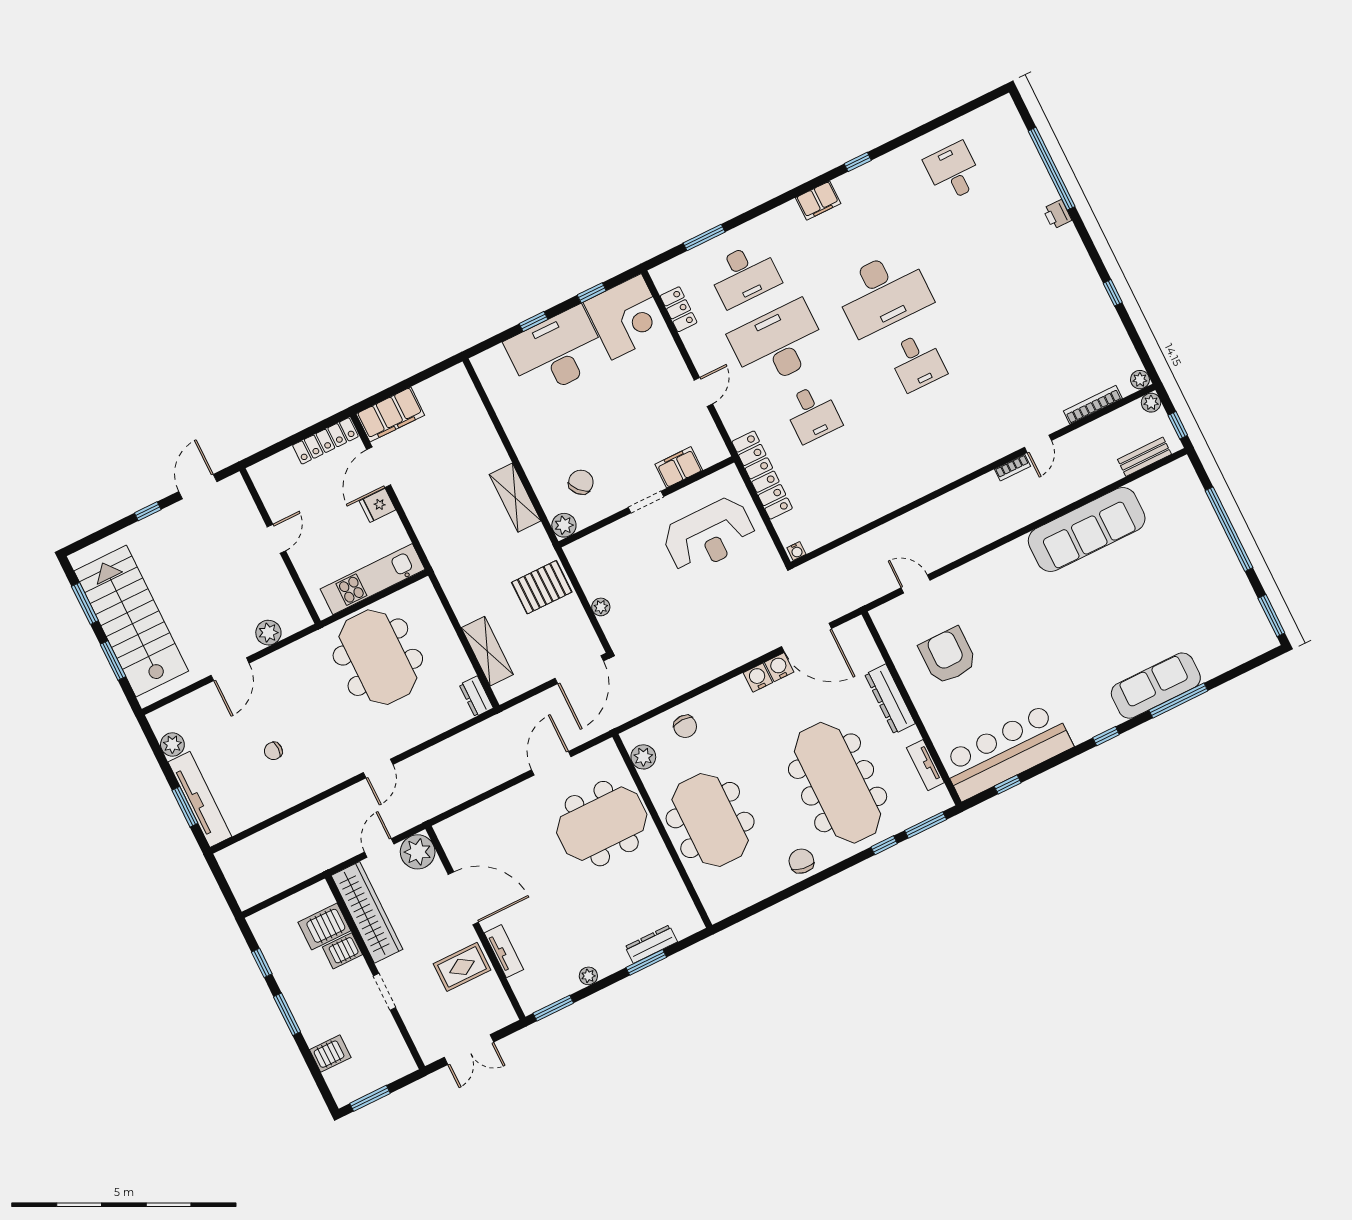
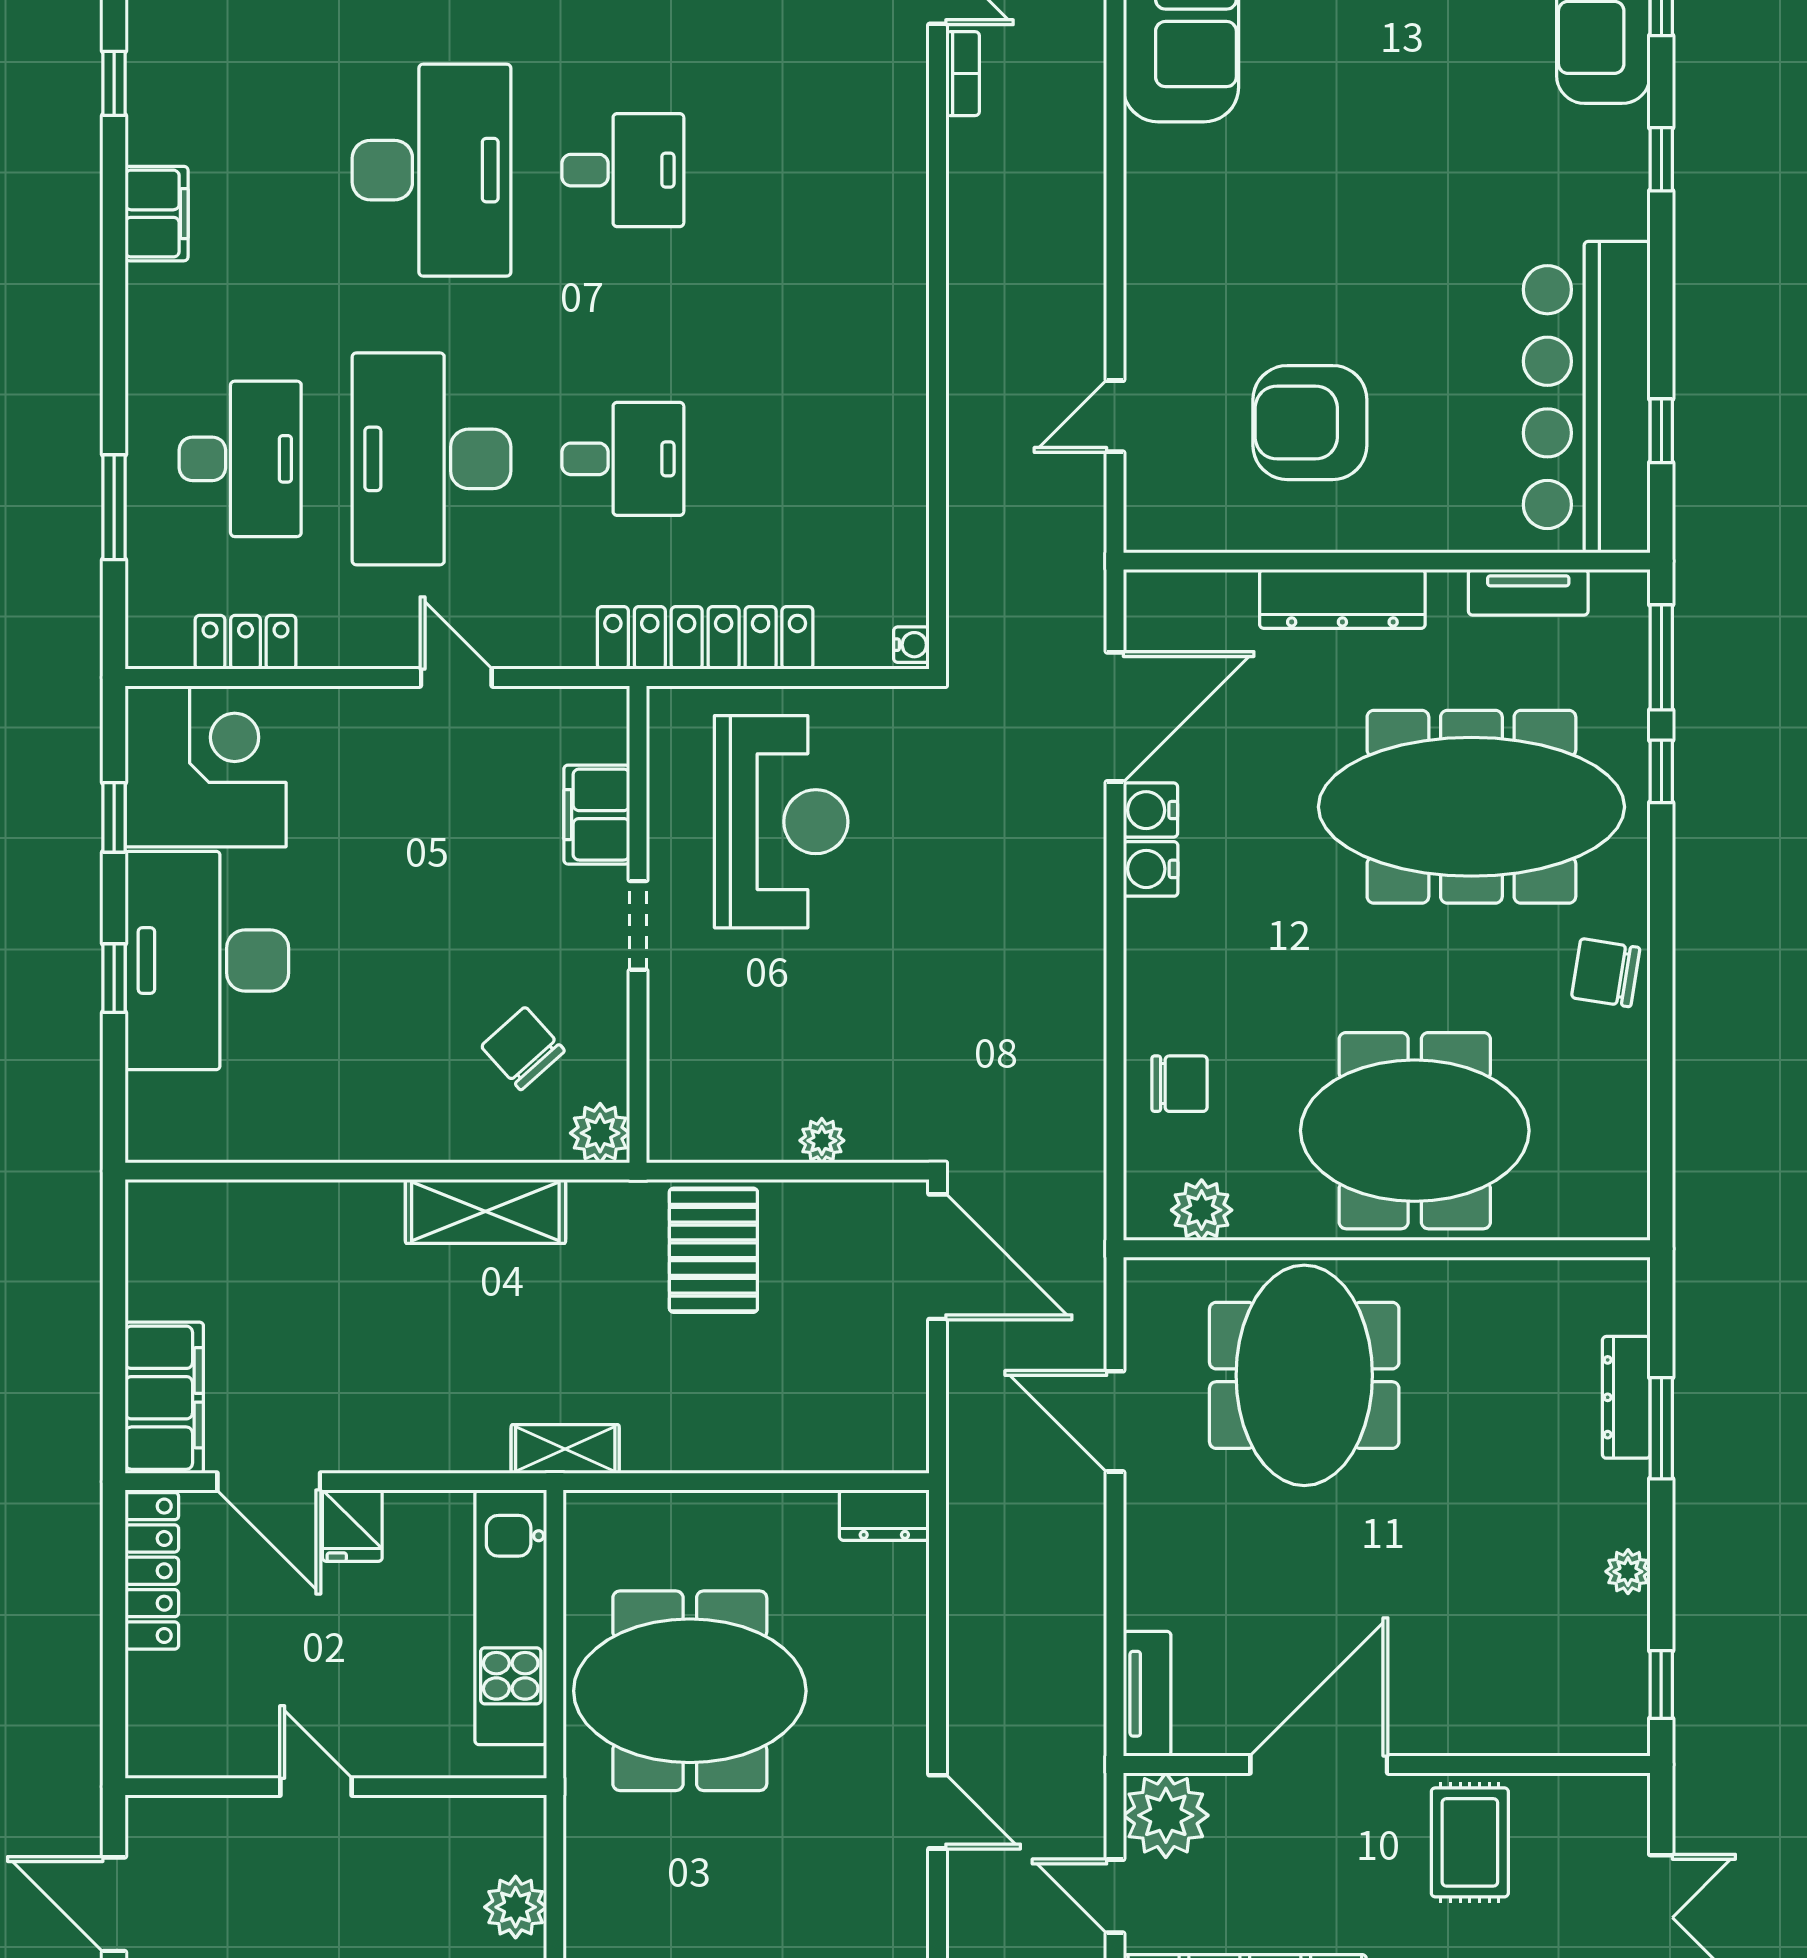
shelving: (487, 651) -> (565, 1449), moved, width x0.67, depth x0.75
tv unit: (504, 951) -> (1147, 1694), moved, turned 90
window: (553, 1008) -> (1661, 1685), width x0.67

